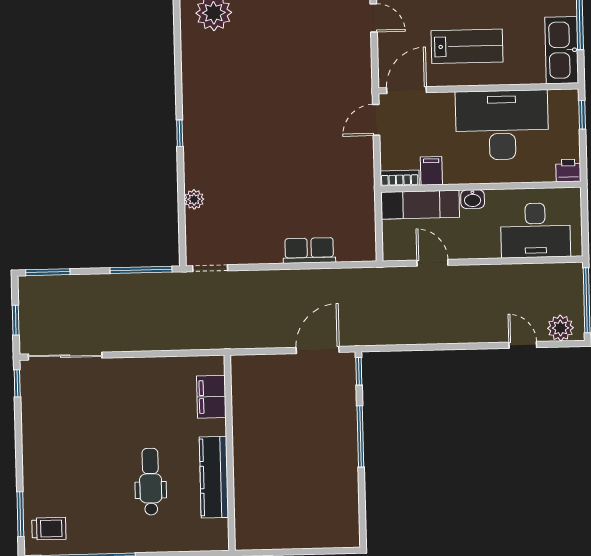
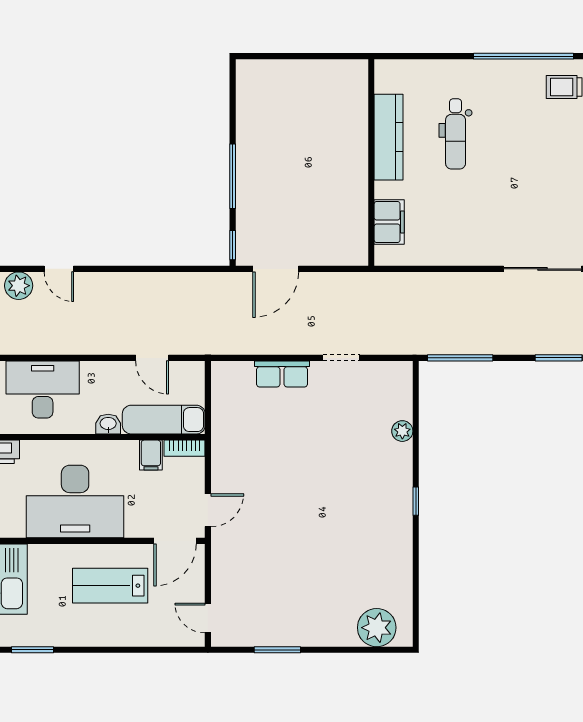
doorway: (210, 268) -> (341, 358), moved

